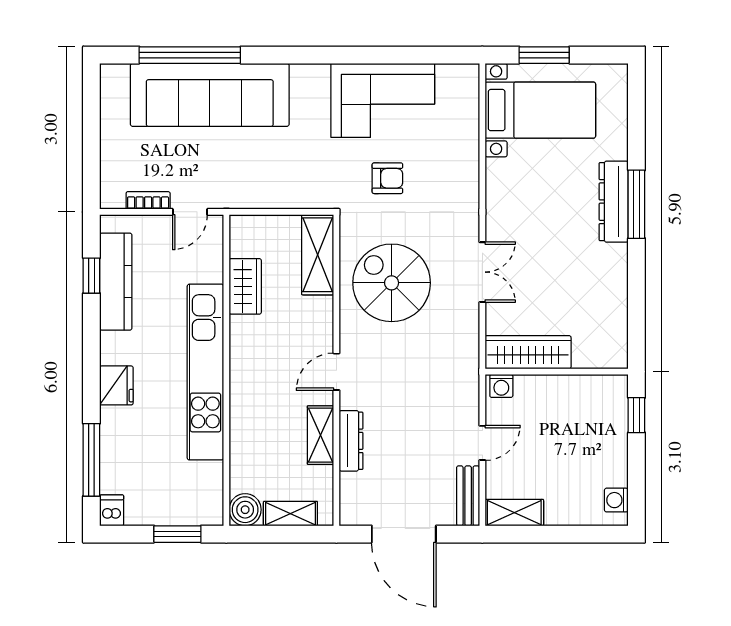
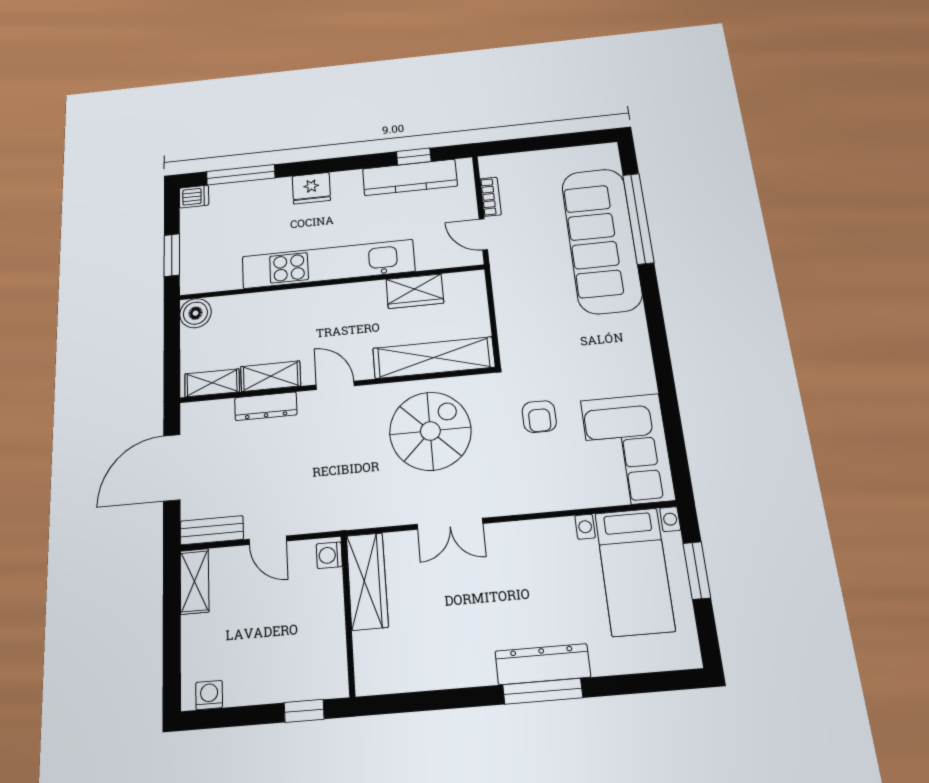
corner sofa: (383, 100) -> (627, 450), moved
shelving: (318, 255) -> (434, 358), width x1.47
shelving: (290, 514) -> (212, 383), moved, turned 90

